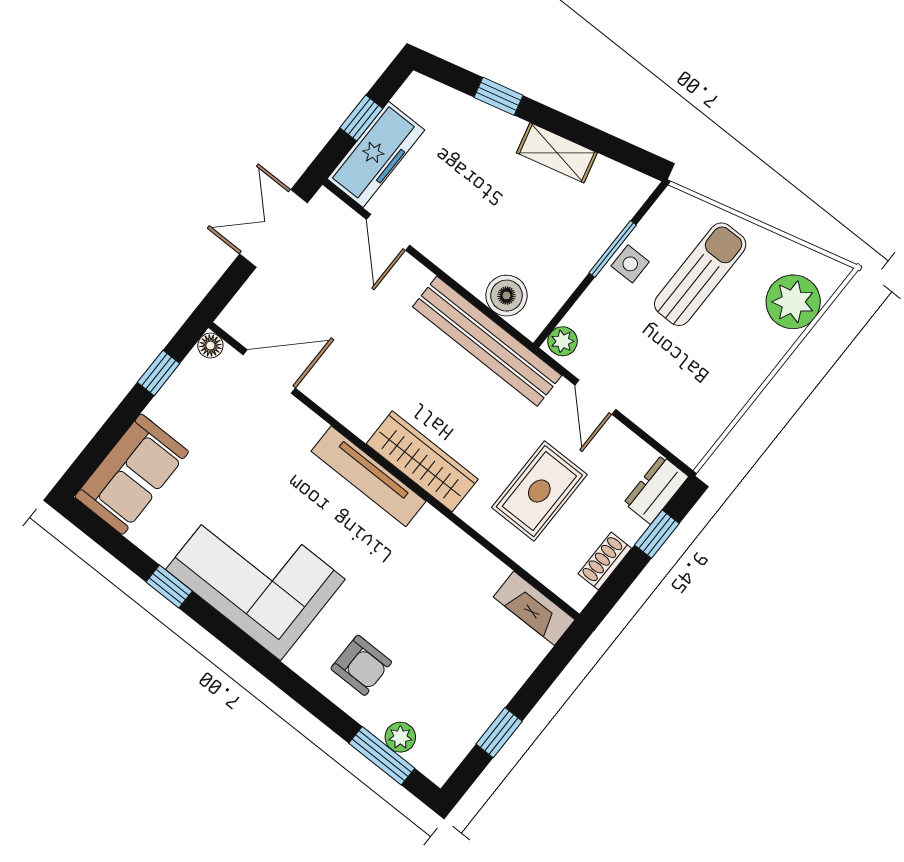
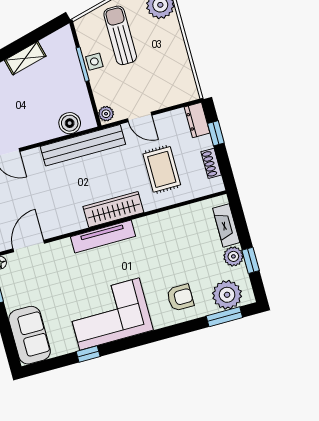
fireplace: (534, 608) -> (226, 225), moved, turned 90
plant: (486, 701) -> (233, 256), added
plant: (400, 737) -> (227, 295), width x1.87, depth x1.87

